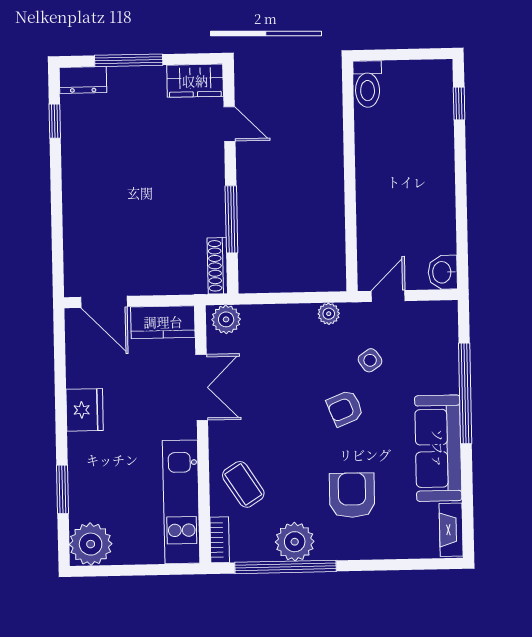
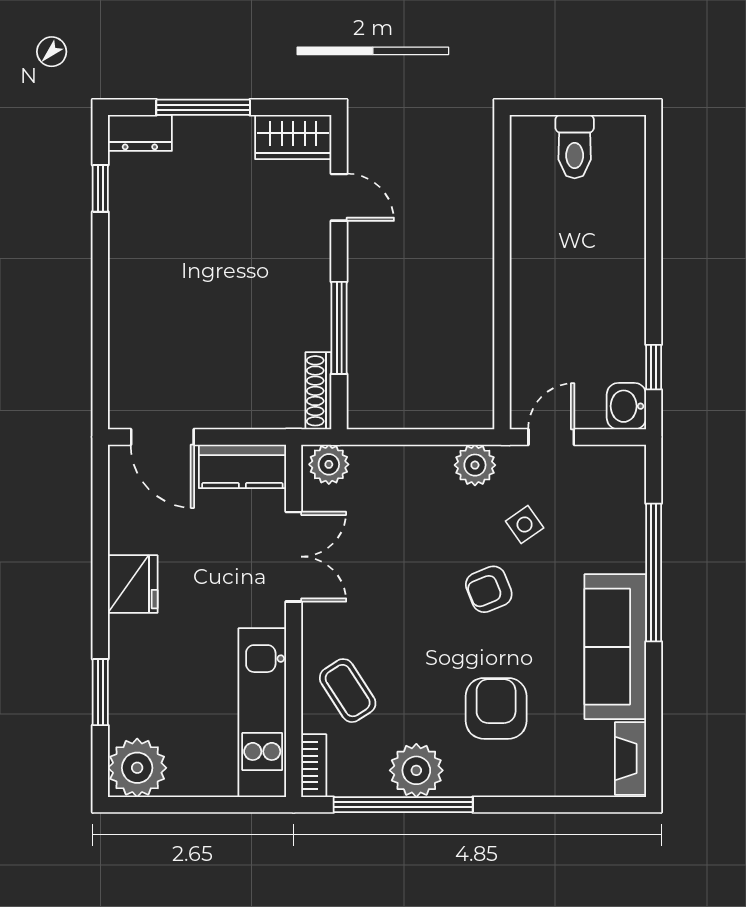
toilet: (367, 84) -> (575, 147), moved
window: (459, 103) -> (654, 367), moved
plant: (329, 314) -> (475, 465), width x1.38, depth x1.38

